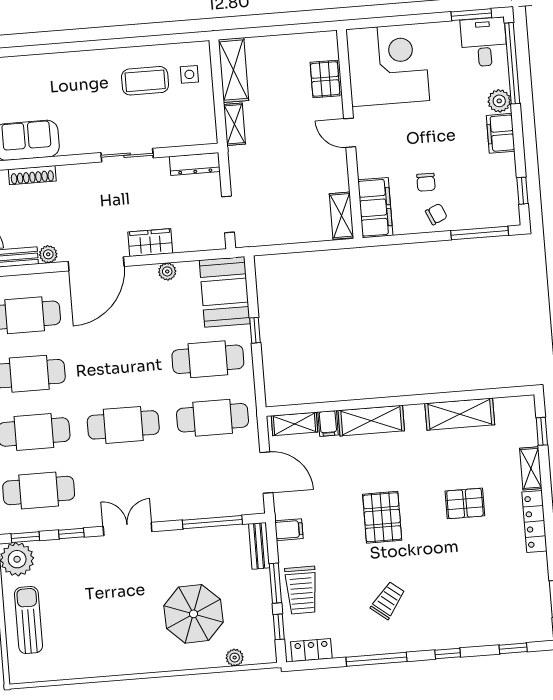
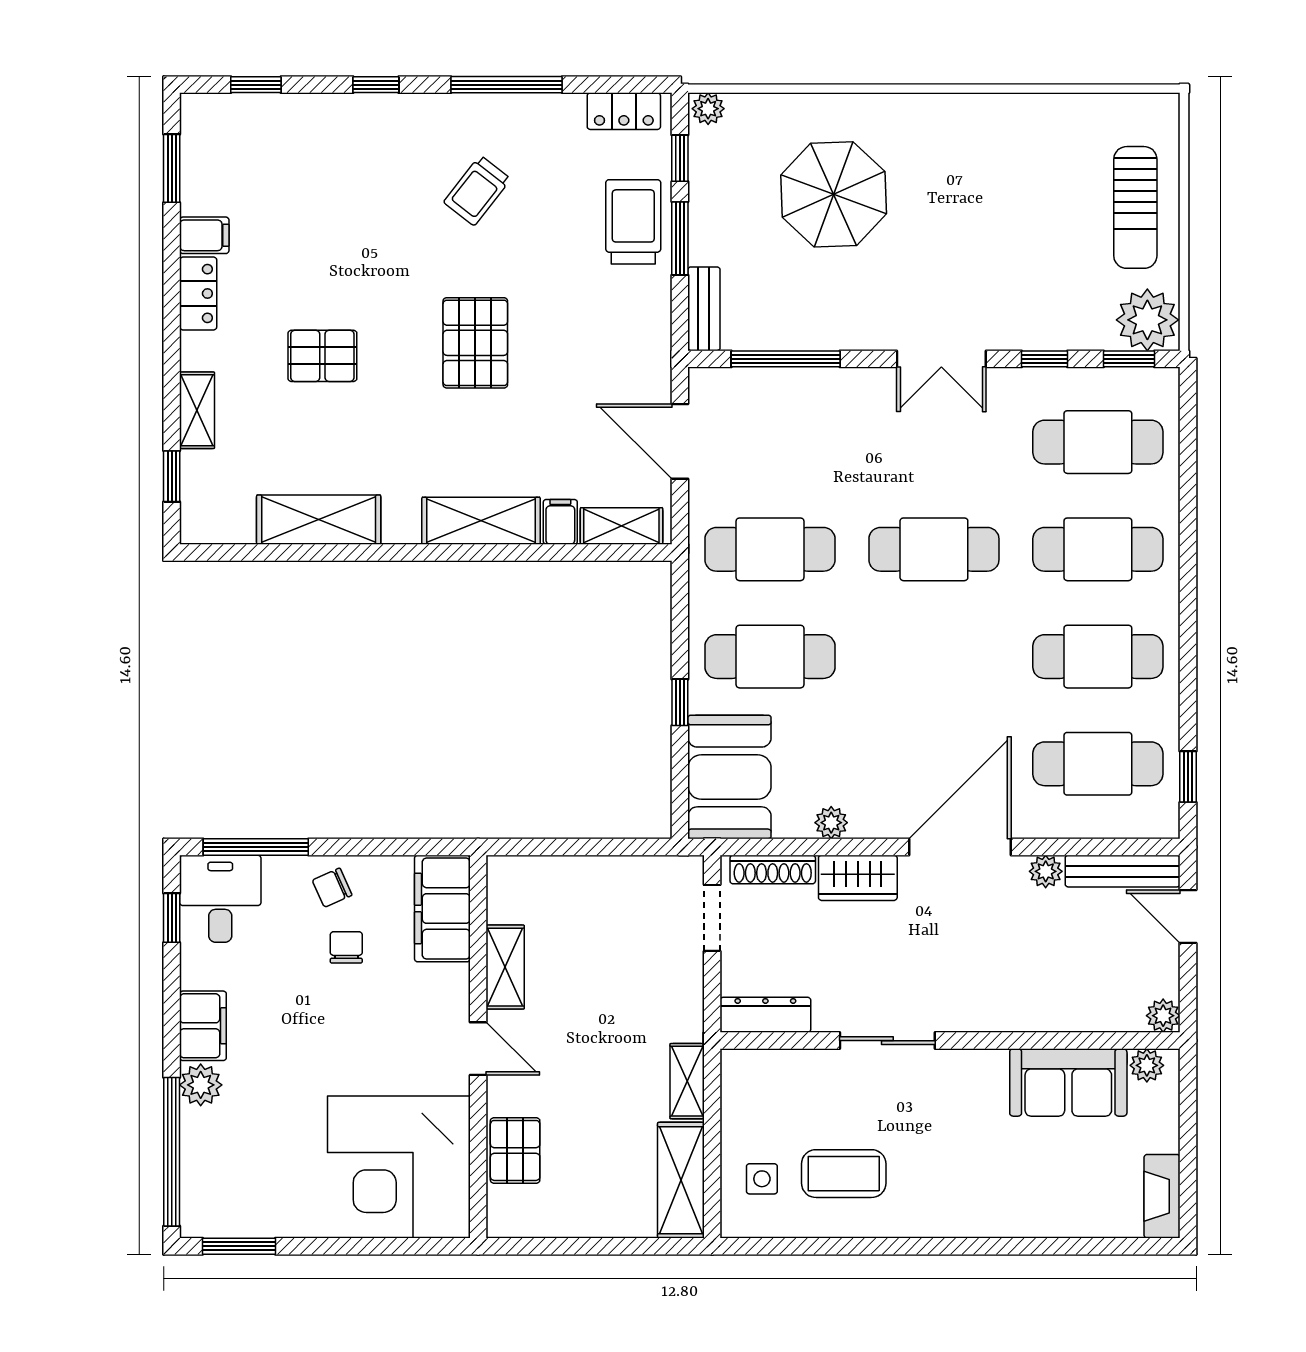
desk: (484, 42) -> (220, 899), moved, turned 180
shoe rack: (32, 175) -> (773, 870), moved, turned 180
shelving: (342, 216) -> (505, 967), moved
locker: (534, 522) -> (198, 293), width x0.66
filing cabinet: (289, 530) -> (204, 235), moved, turned 180
plant: (235, 658) -> (708, 109), moved

